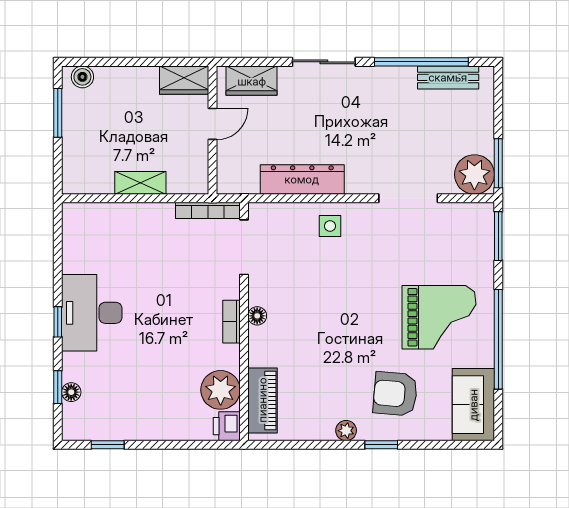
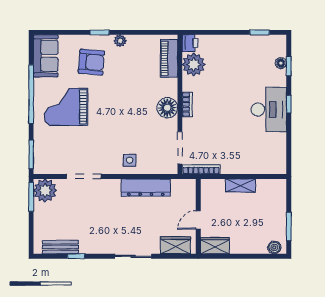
window: (421, 62) -> (76, 256), width x0.32
floor lamp: (257, 316) -> (167, 108), width x1.89, depth x1.89

